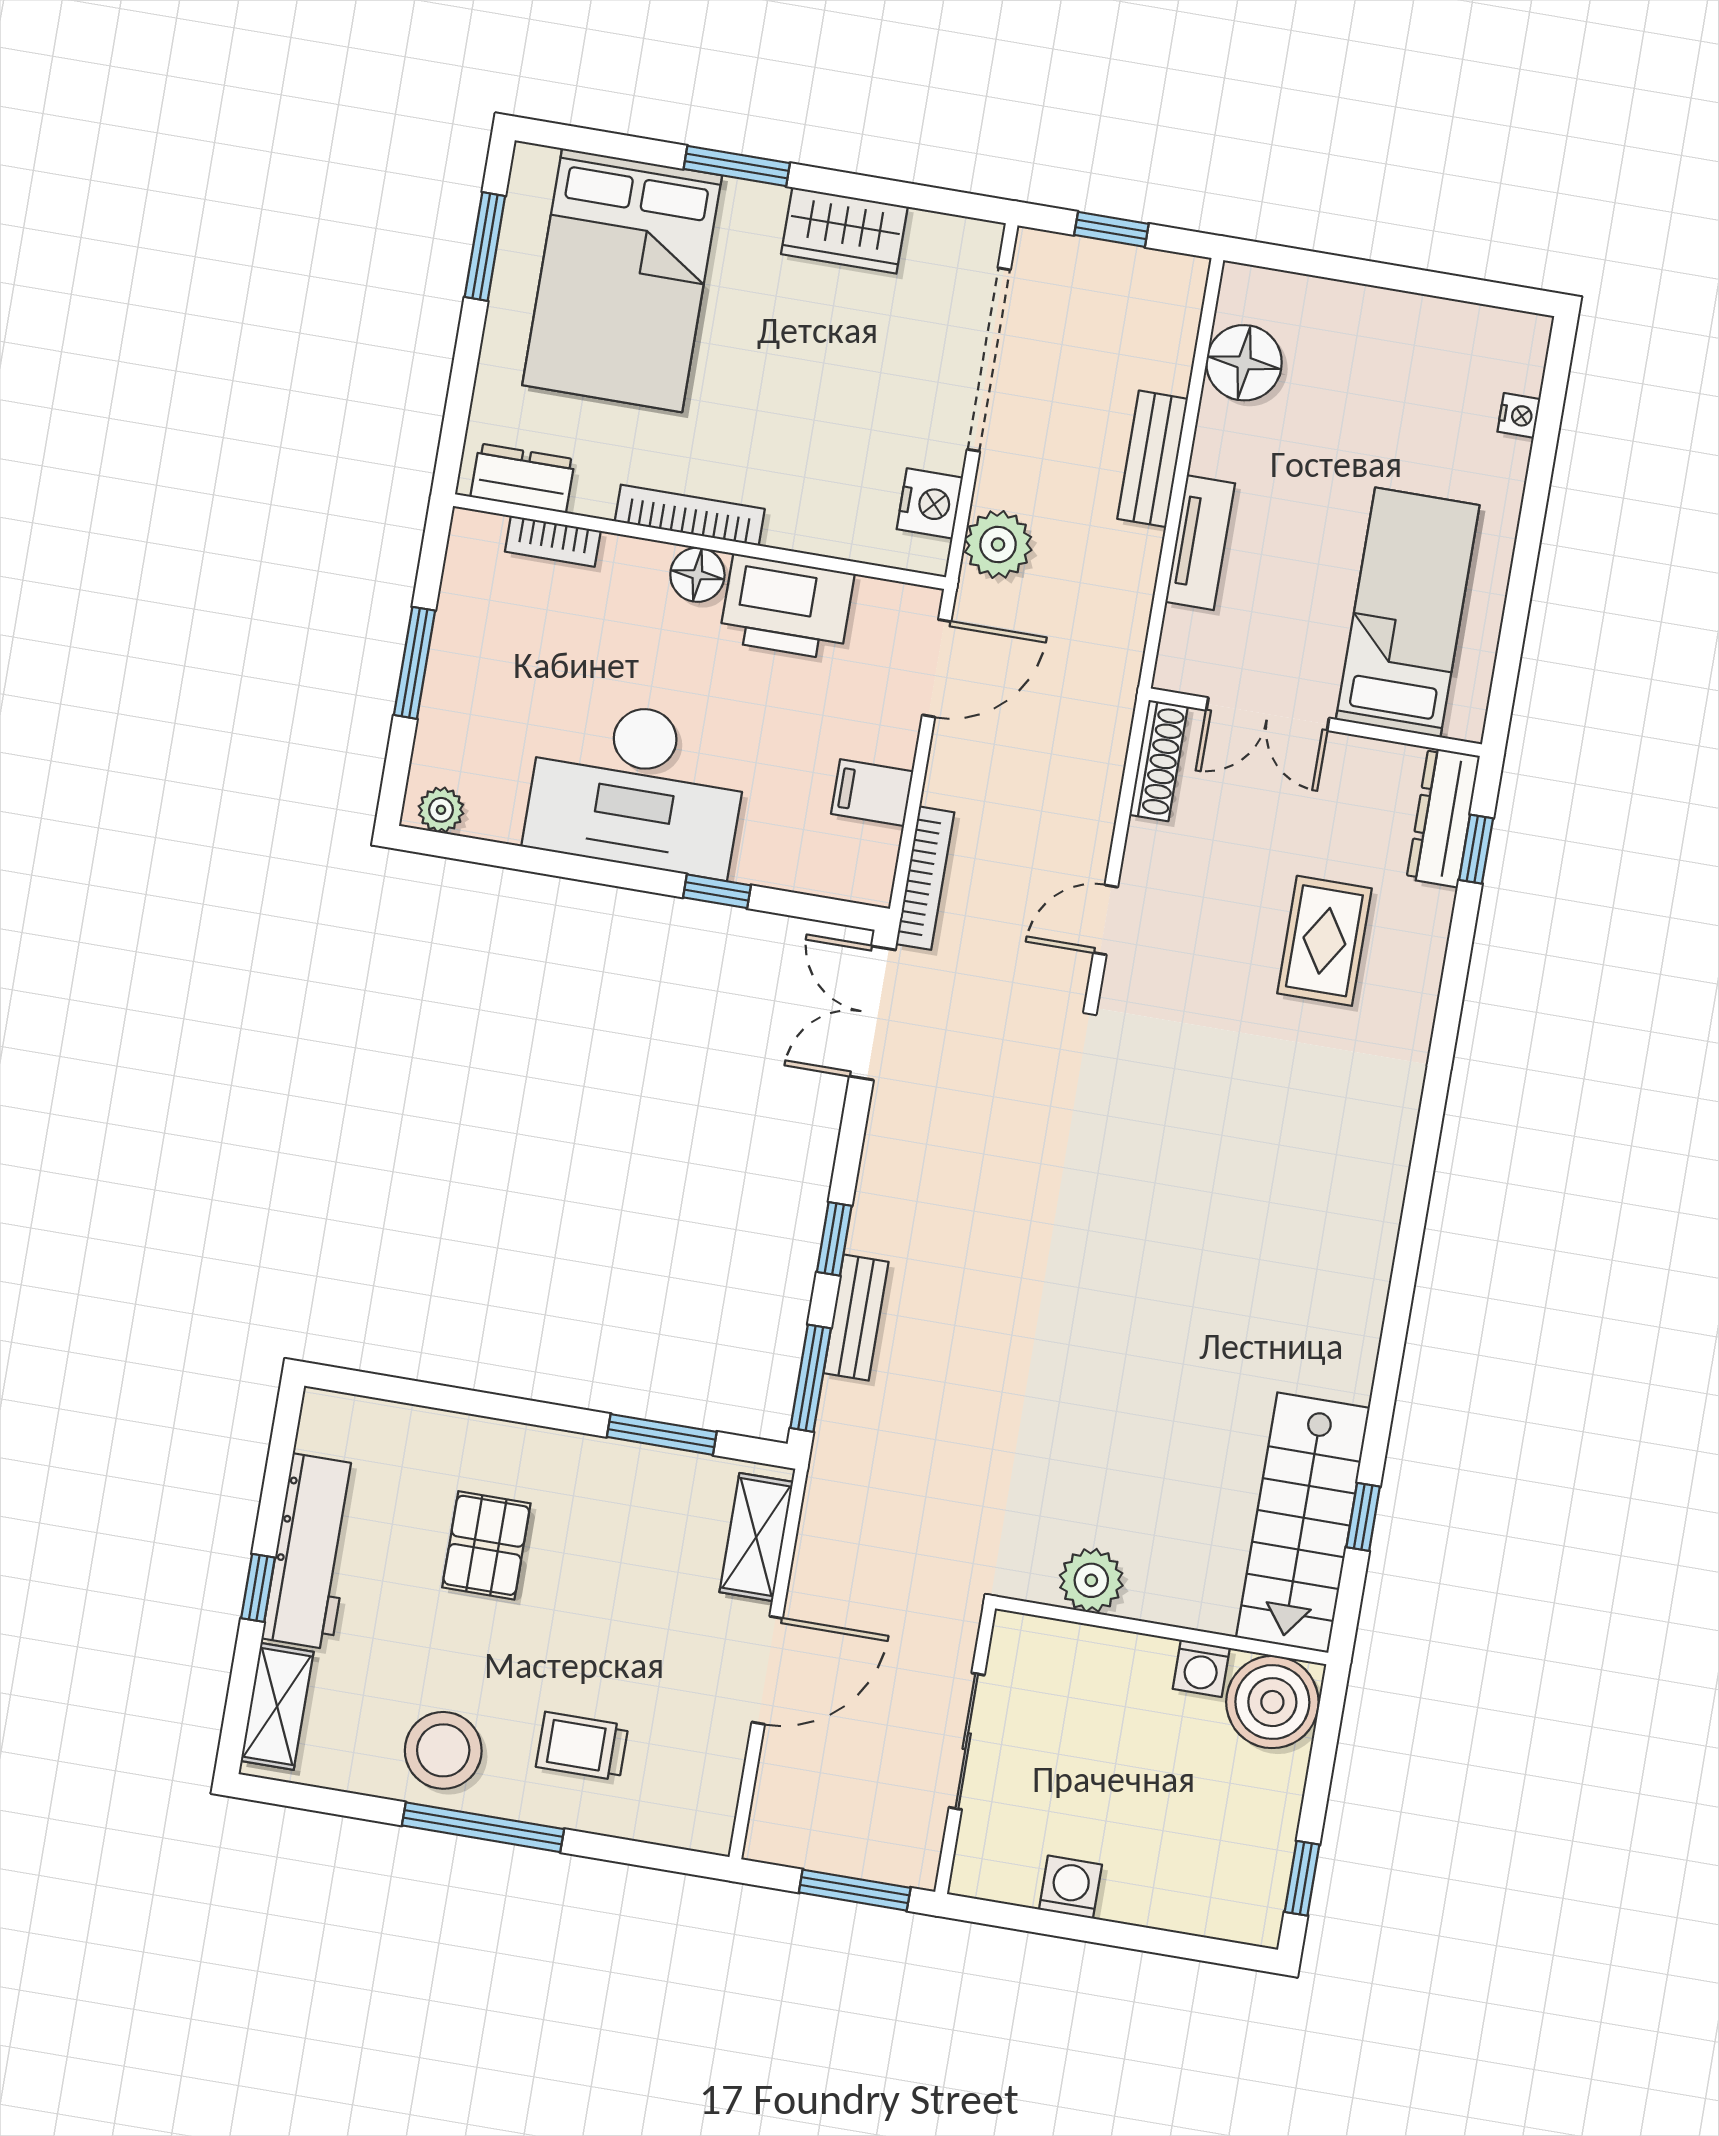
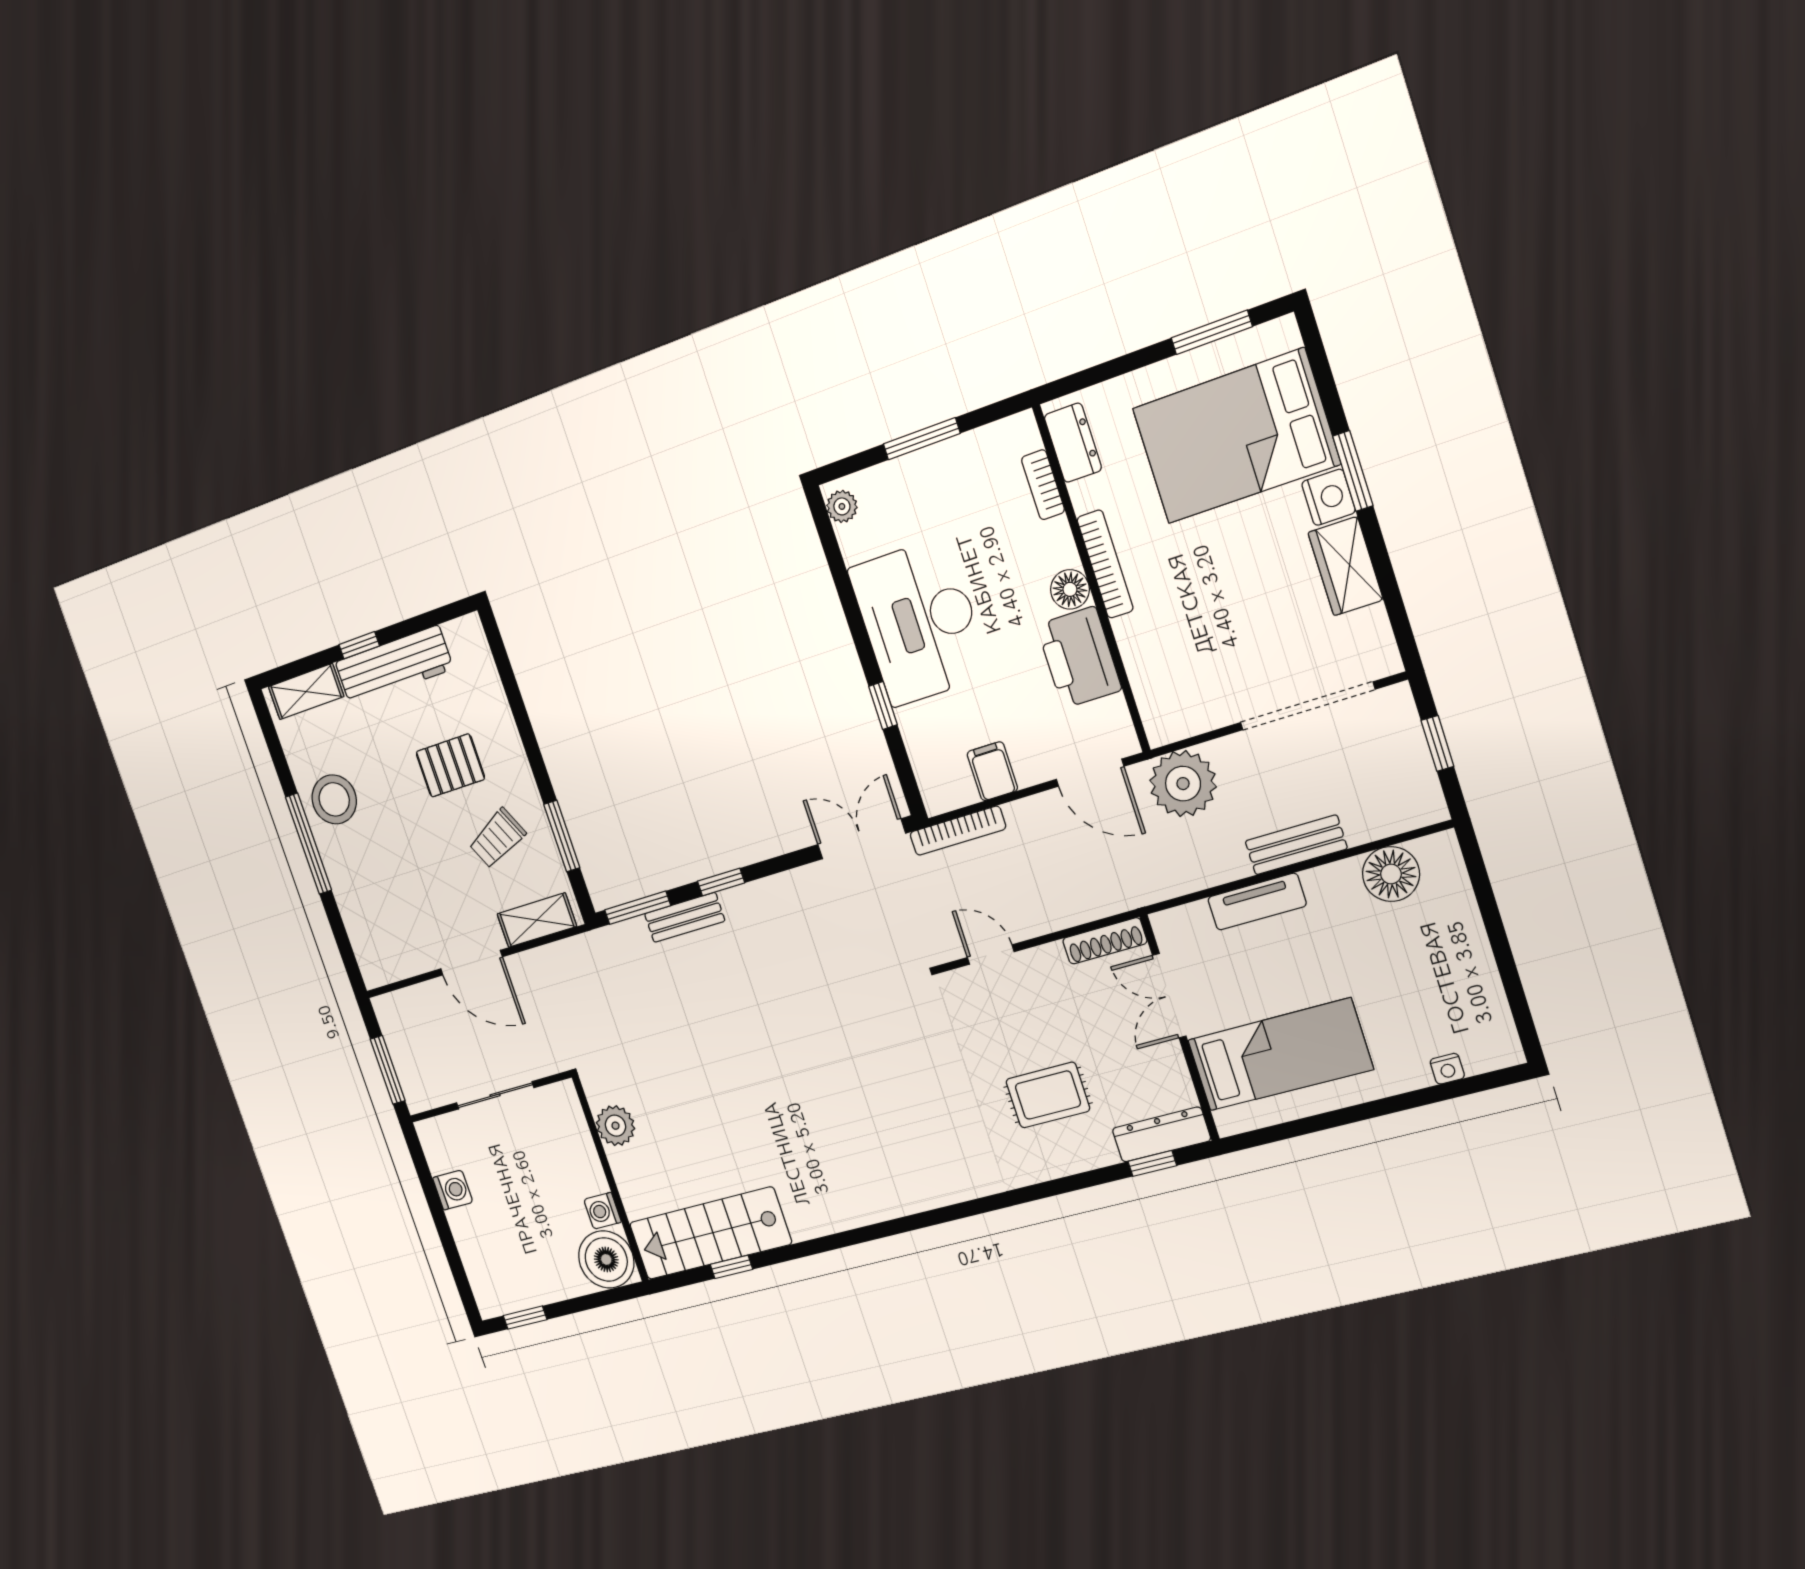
nightstand: (930, 503) -> (1329, 497), moved, turned -90
plant: (998, 544) -> (1183, 784), width x1.36, depth x1.36
trolley: (582, 1746) -> (497, 838), moved, turned -116

